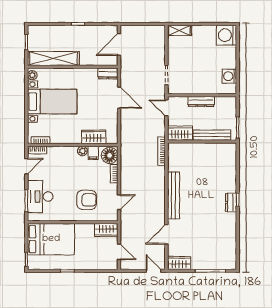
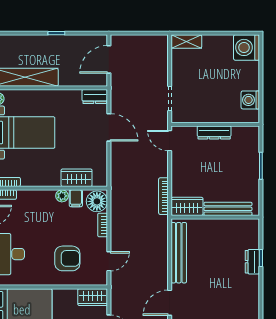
wardrobe: (180, 133) -> (187, 206), moved
bench: (212, 135) -> (228, 209), moved
wall: (202, 141) -> (215, 217), moved

